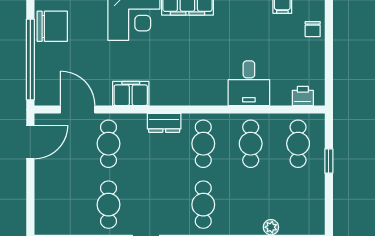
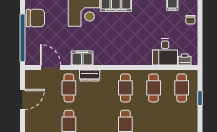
desk: (249, 83) -> (165, 52), moved
dresser: (164, 123) -> (90, 76), moved
door: (30, 142) -> (22, 99), moved

